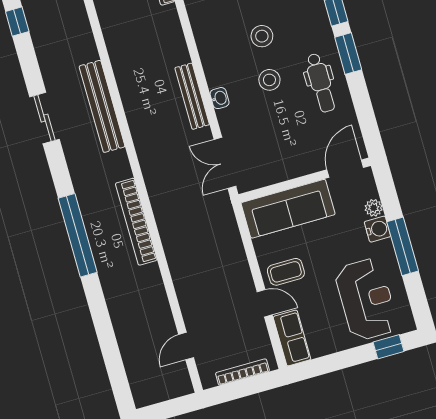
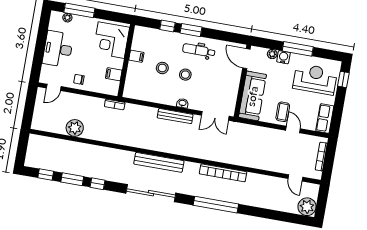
dental chair: (321, 83) -> (199, 50), turned 180
sliding door: (44, 118) -> (151, 193), width x1.86
door: (265, 303) -> (293, 130), hinge flipped
row of seats: (292, 338) -> (325, 118), moved, turned -90
plant: (147, 389) -> (307, 207), added

